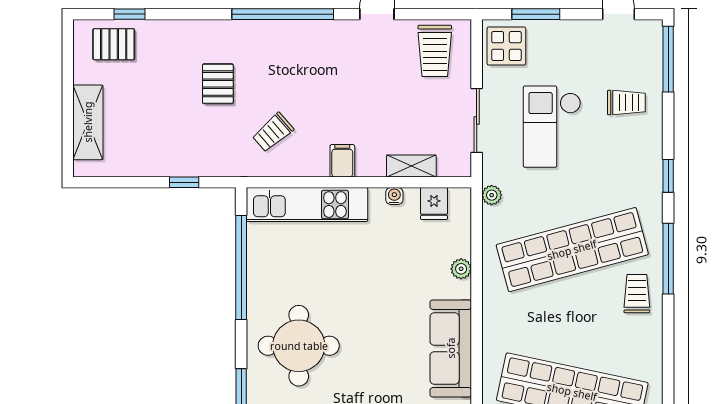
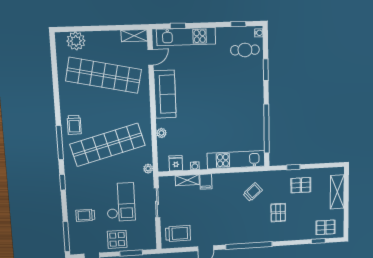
display table: (506, 46) -> (117, 239), moved
trolley: (435, 51) -> (178, 233), turned 90
pallet: (168, 142) -> (301, 185), added
filing cabinet: (342, 161) -> (206, 182), moved
round table: (299, 346) -> (239, 93), removed

